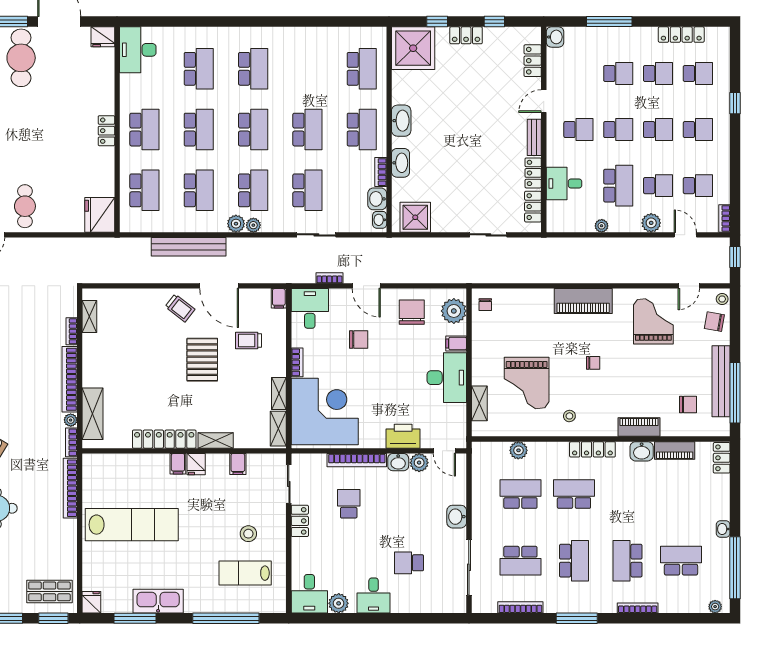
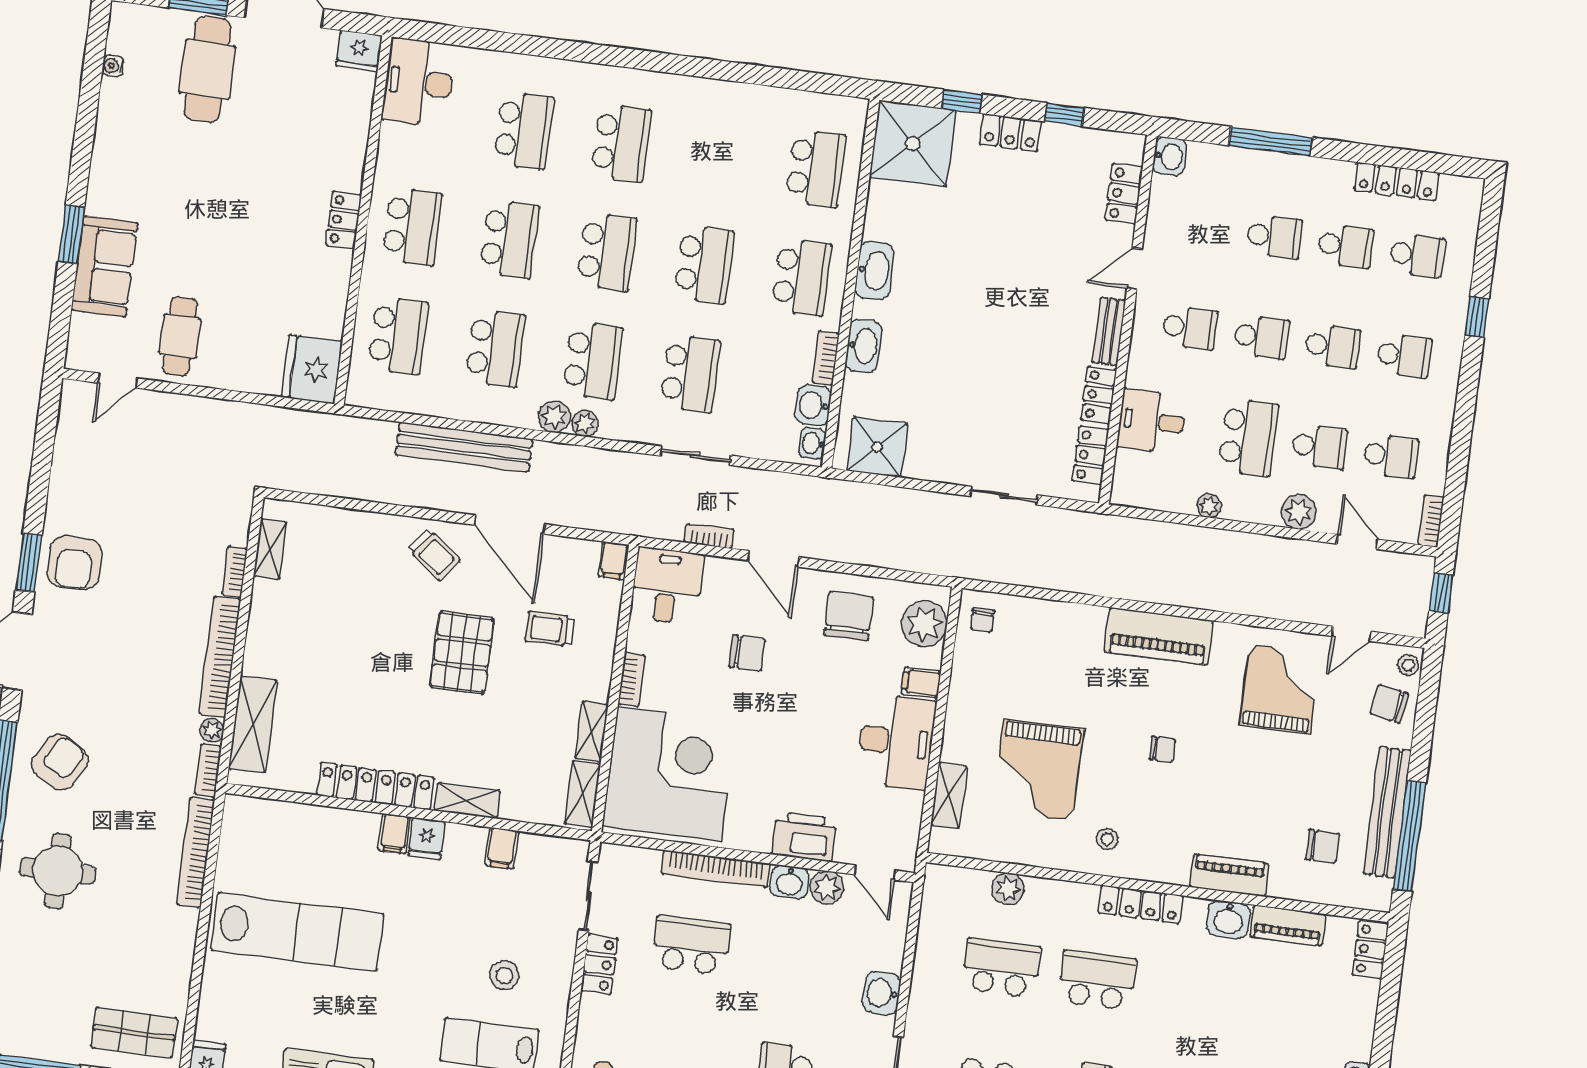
school desk: (349, 504) -> (691, 945), width x1.85

